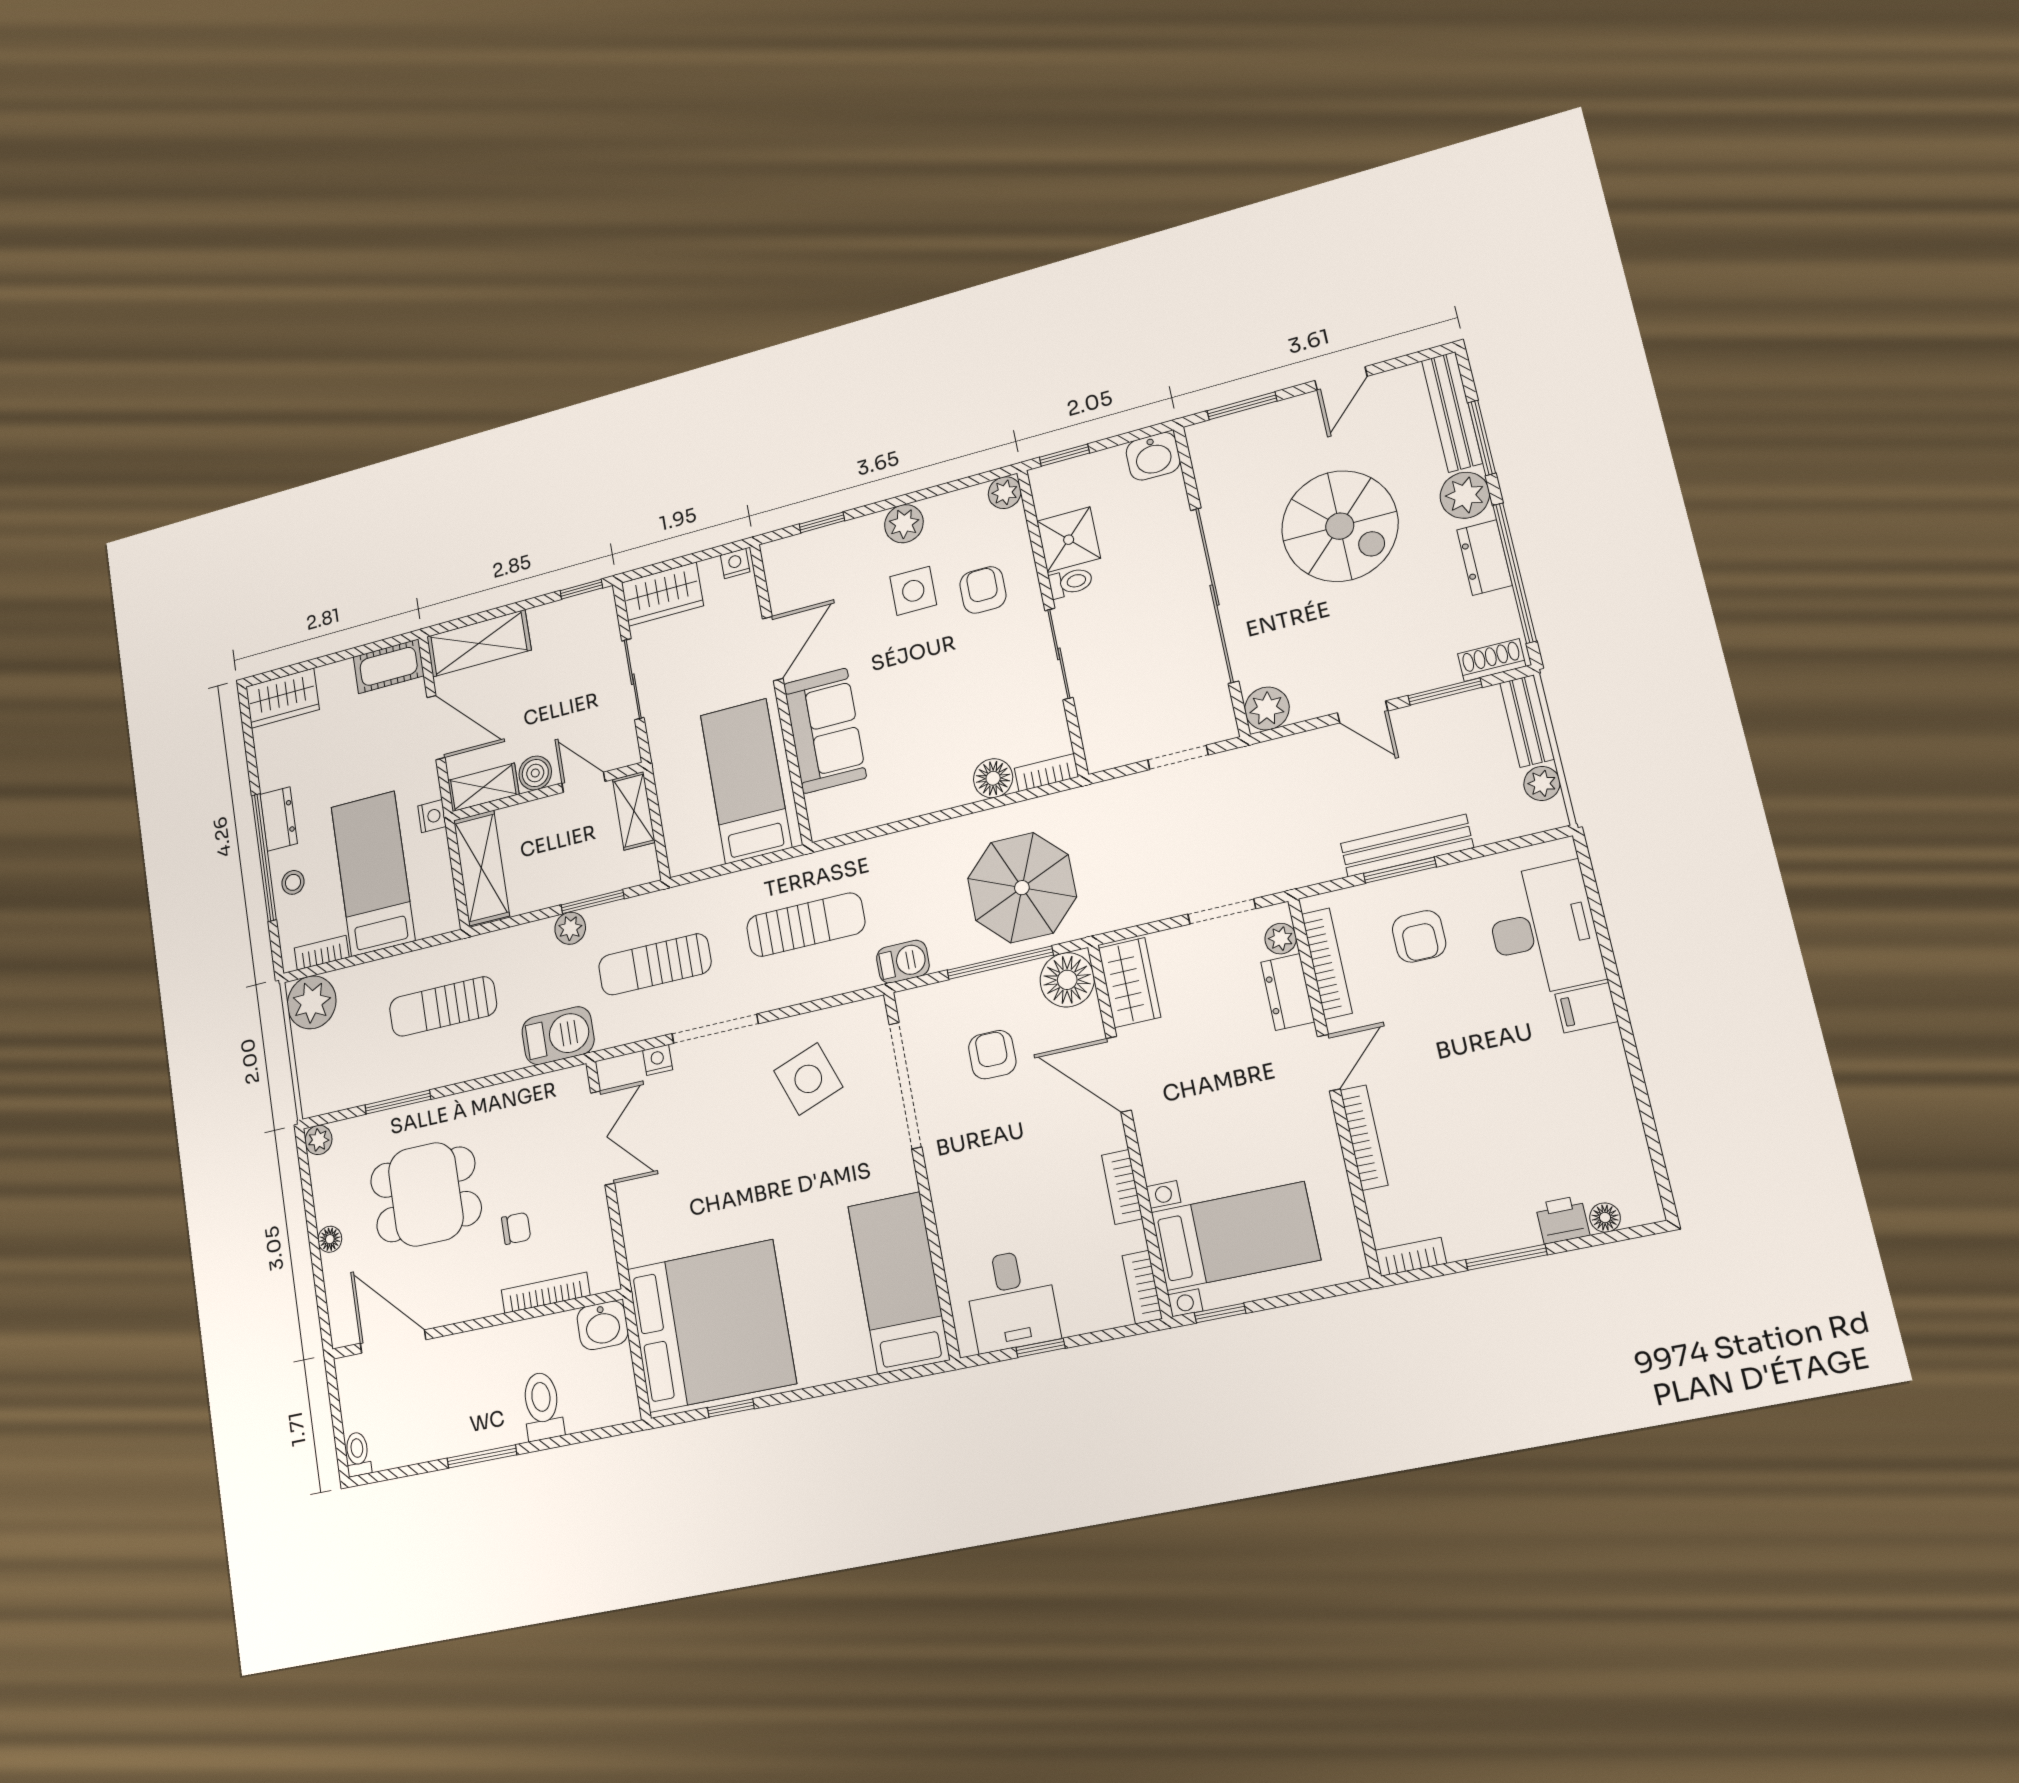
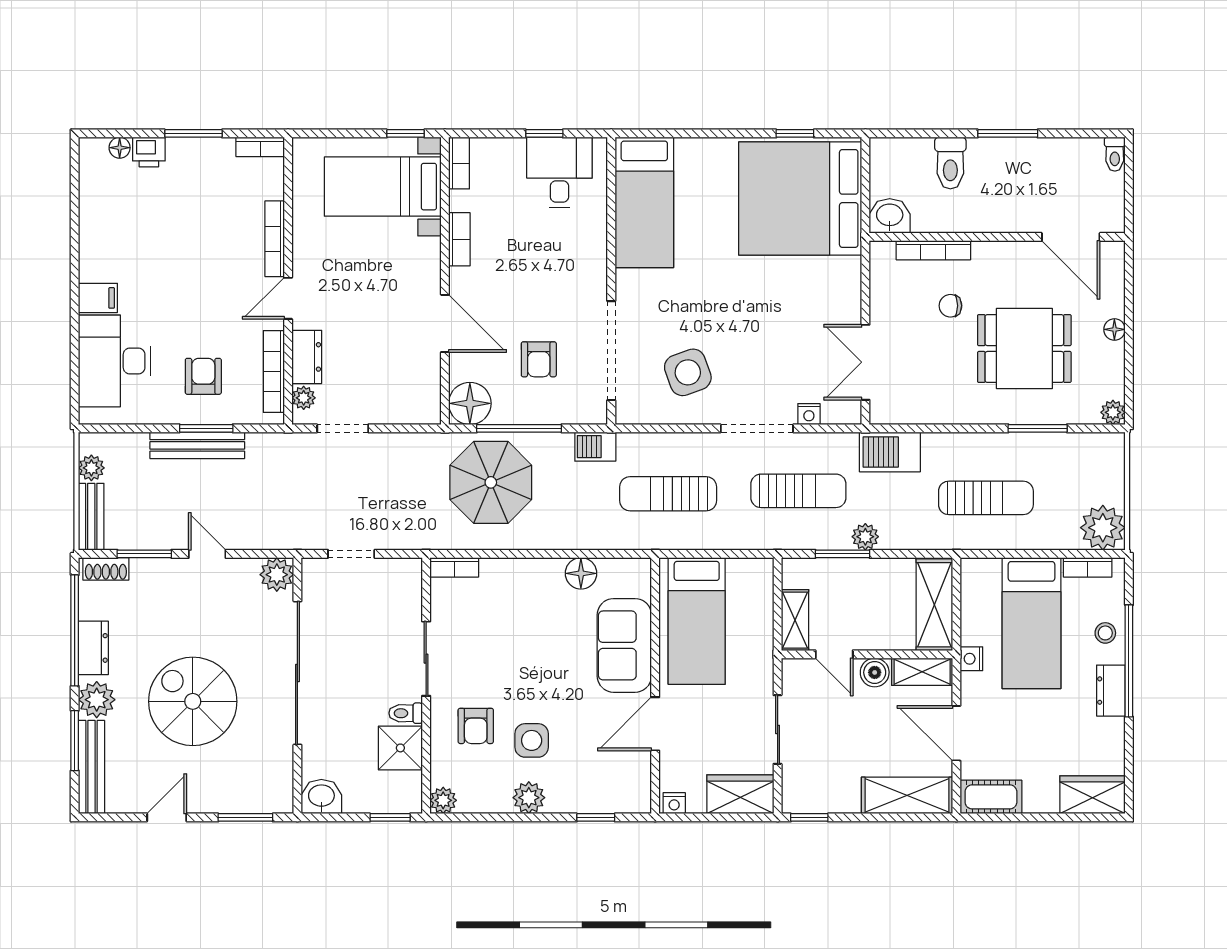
floor lamp: (993, 778) -> (581, 573), moved
wardrobe: (1130, 983) -> (423, 391), removed

